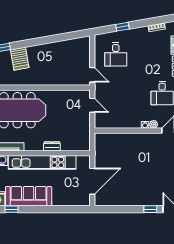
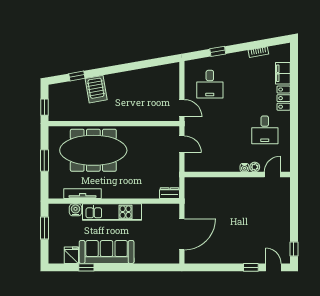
dresser: (52, 146) -> (170, 193), moved
kitchen unit: (42, 162) -> (112, 212), width x0.73

